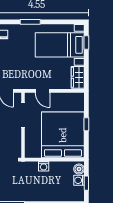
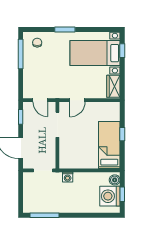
door: (43, 91) -> (77, 100), hinge flipped
bed: (63, 135) -> (109, 145), width x0.49
washing machine: (44, 166) -> (68, 177), moved
washing machine: (79, 180) -> (110, 196), width x1.89, depth x1.89

